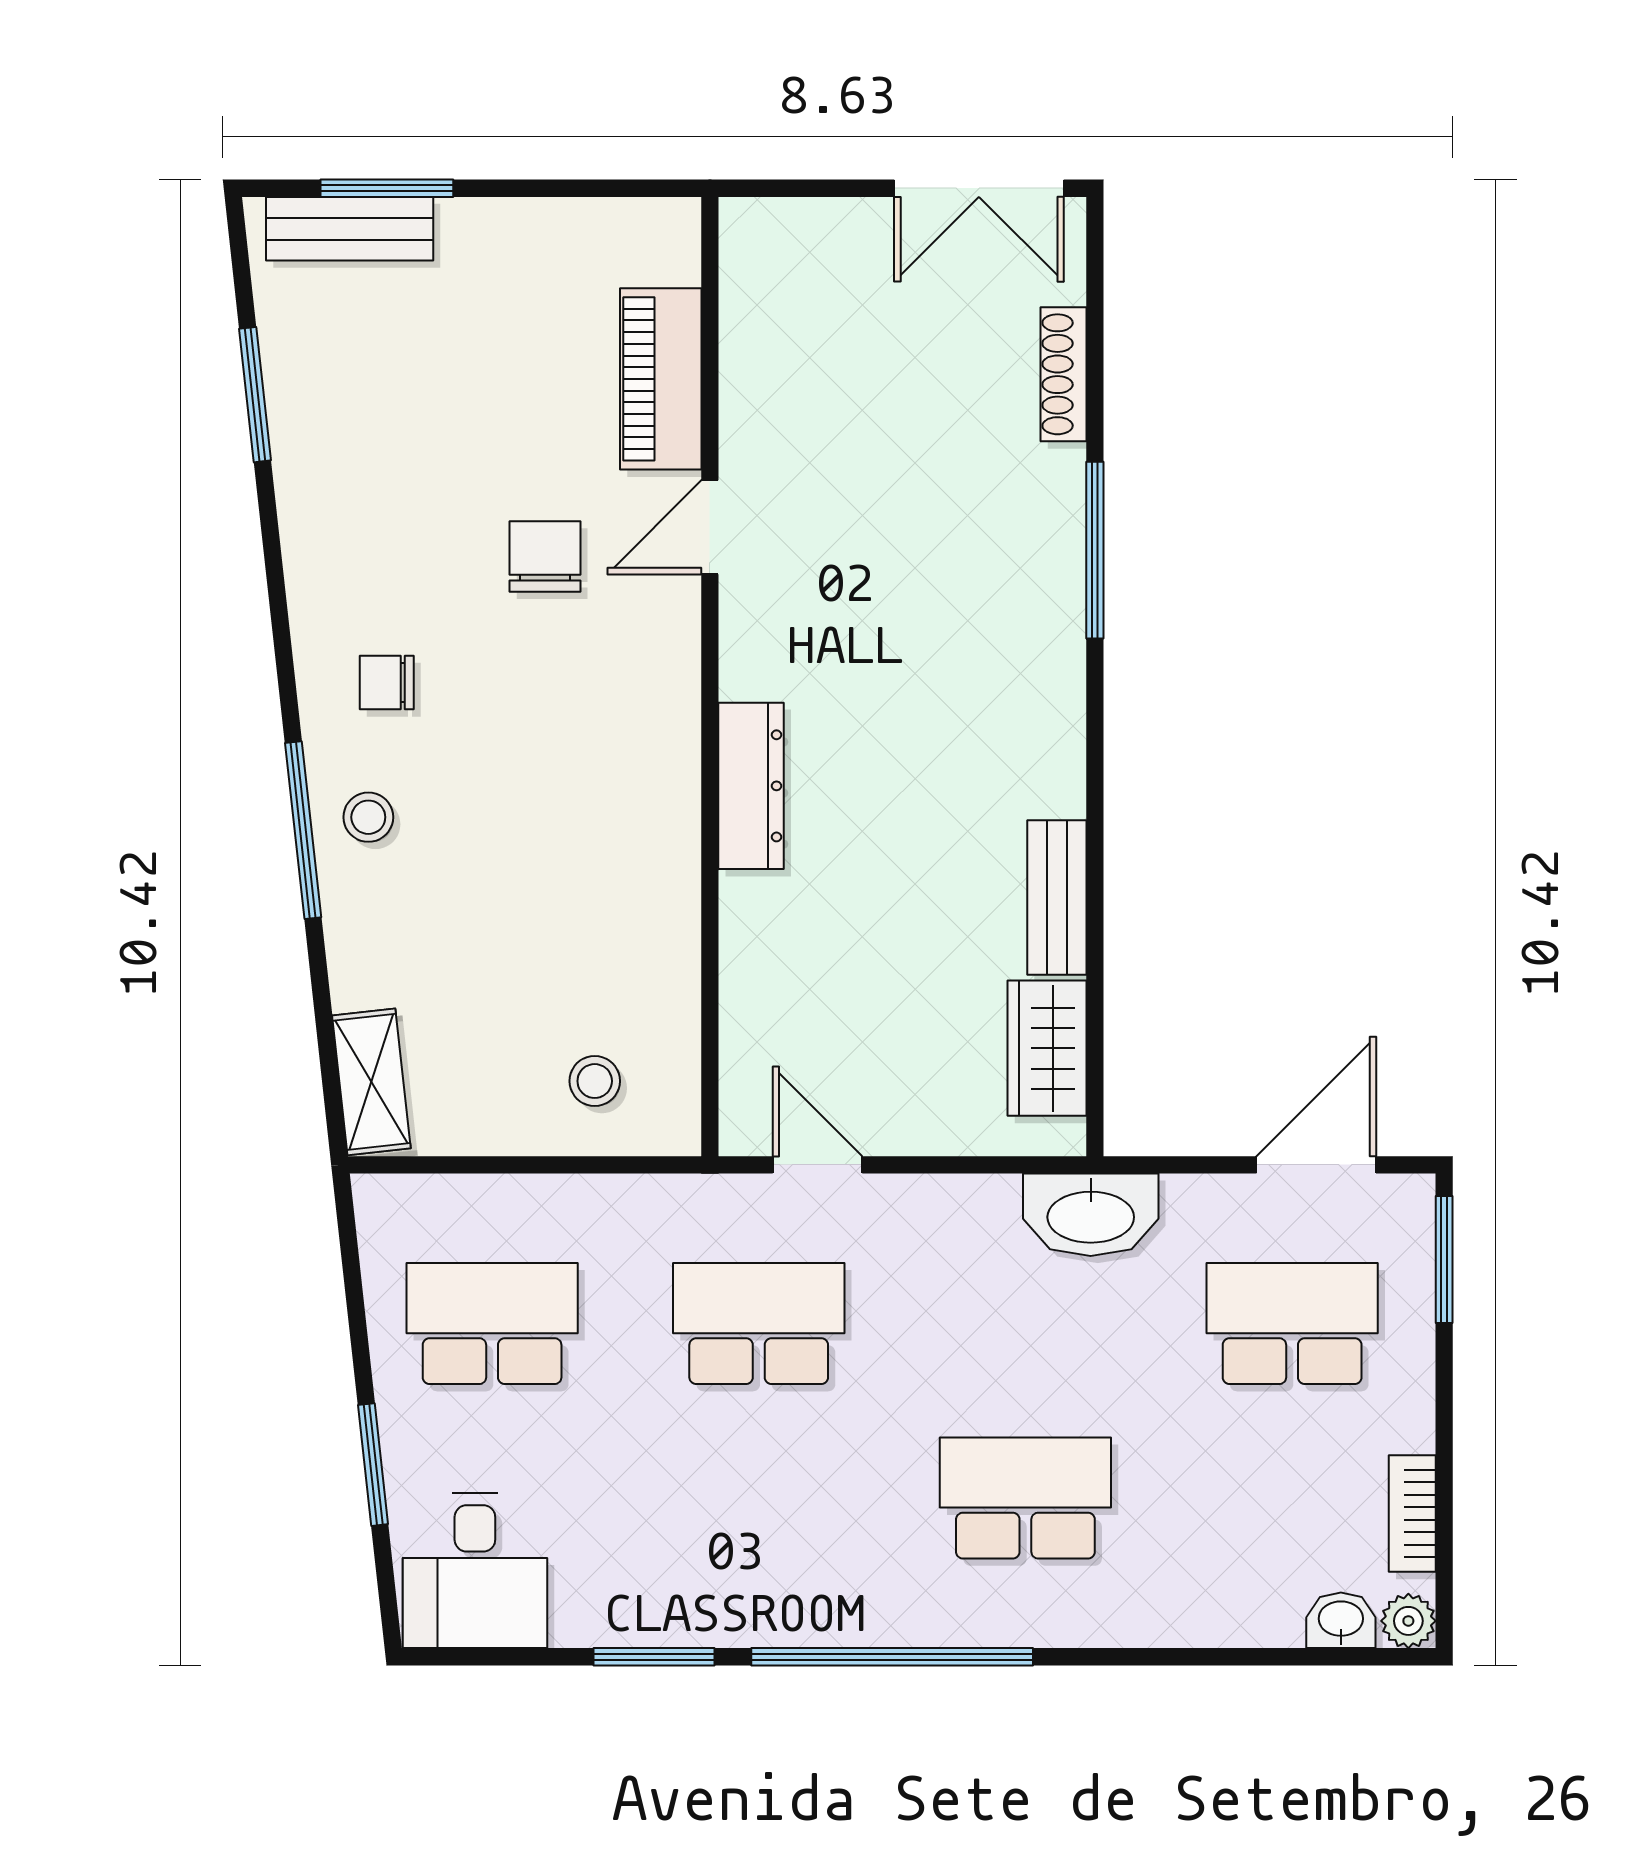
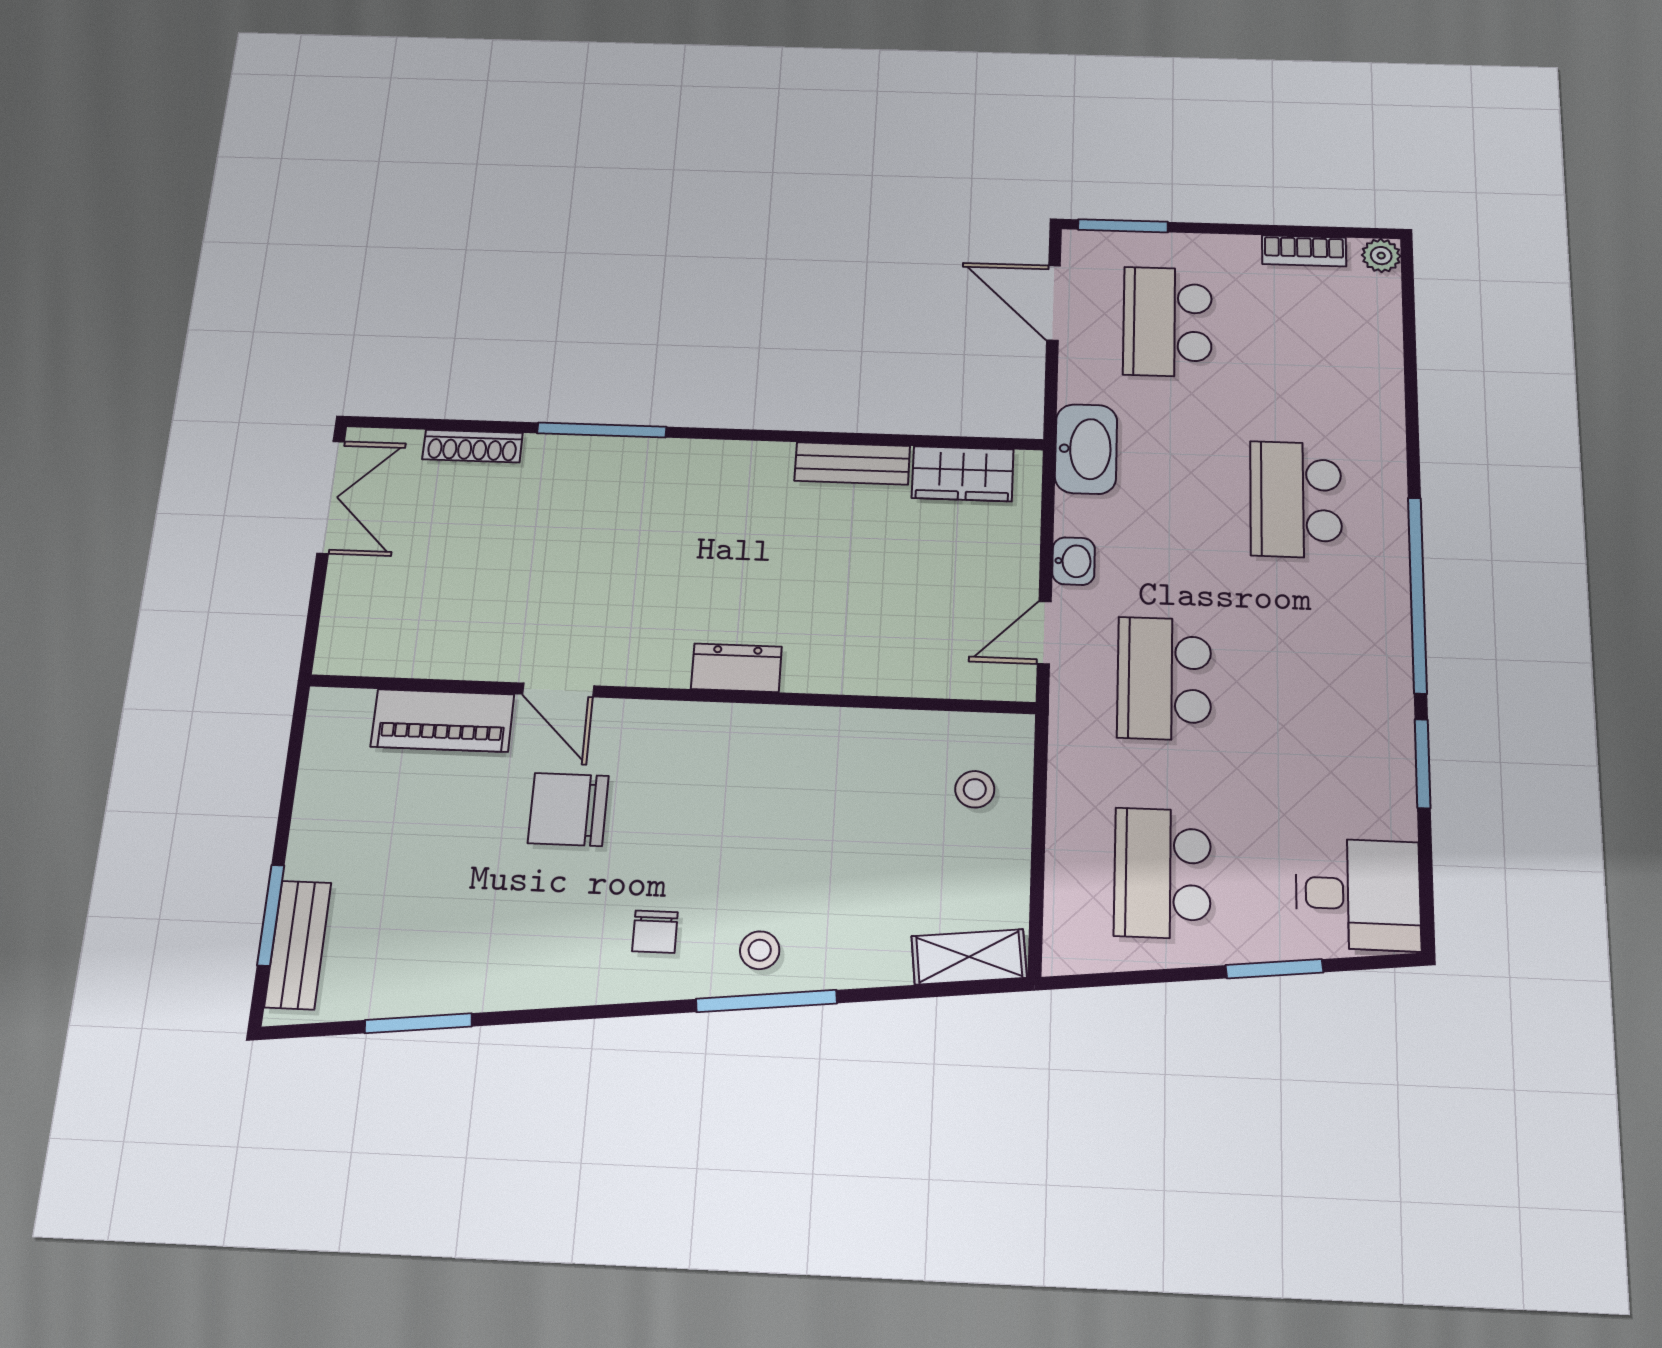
chair: (545, 556) -> (568, 809), width x1.37, depth x1.37
dresser: (751, 786) -> (736, 668), width x0.70
washbasin: (1341, 1620) -> (1074, 561), moved, turned 180

